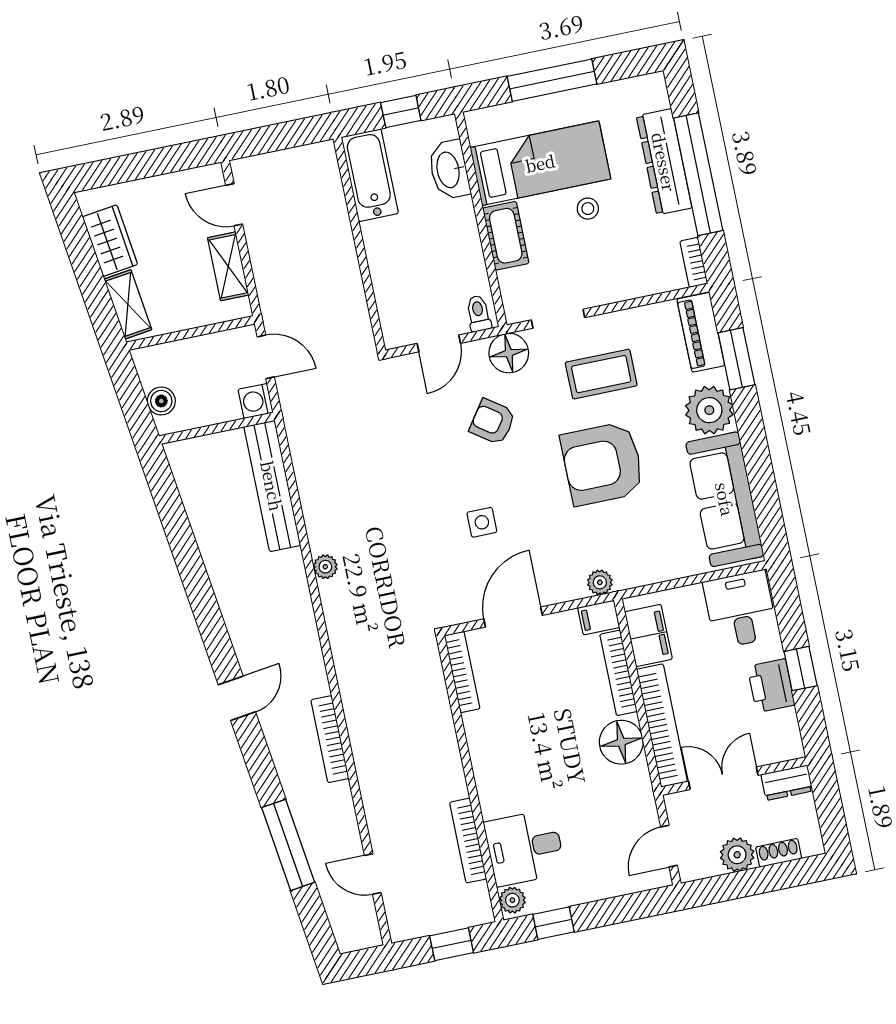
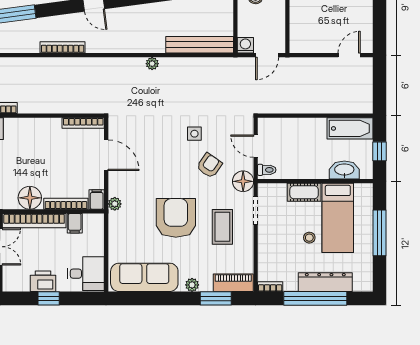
shelving: (228, 266) -> (318, 45), removed
plant: (709, 410) -> (192, 285), width x0.53, depth x0.53
side table: (482, 522) -> (194, 134), moved
filing cabinet: (648, 635) -> (75, 223), width x0.50

